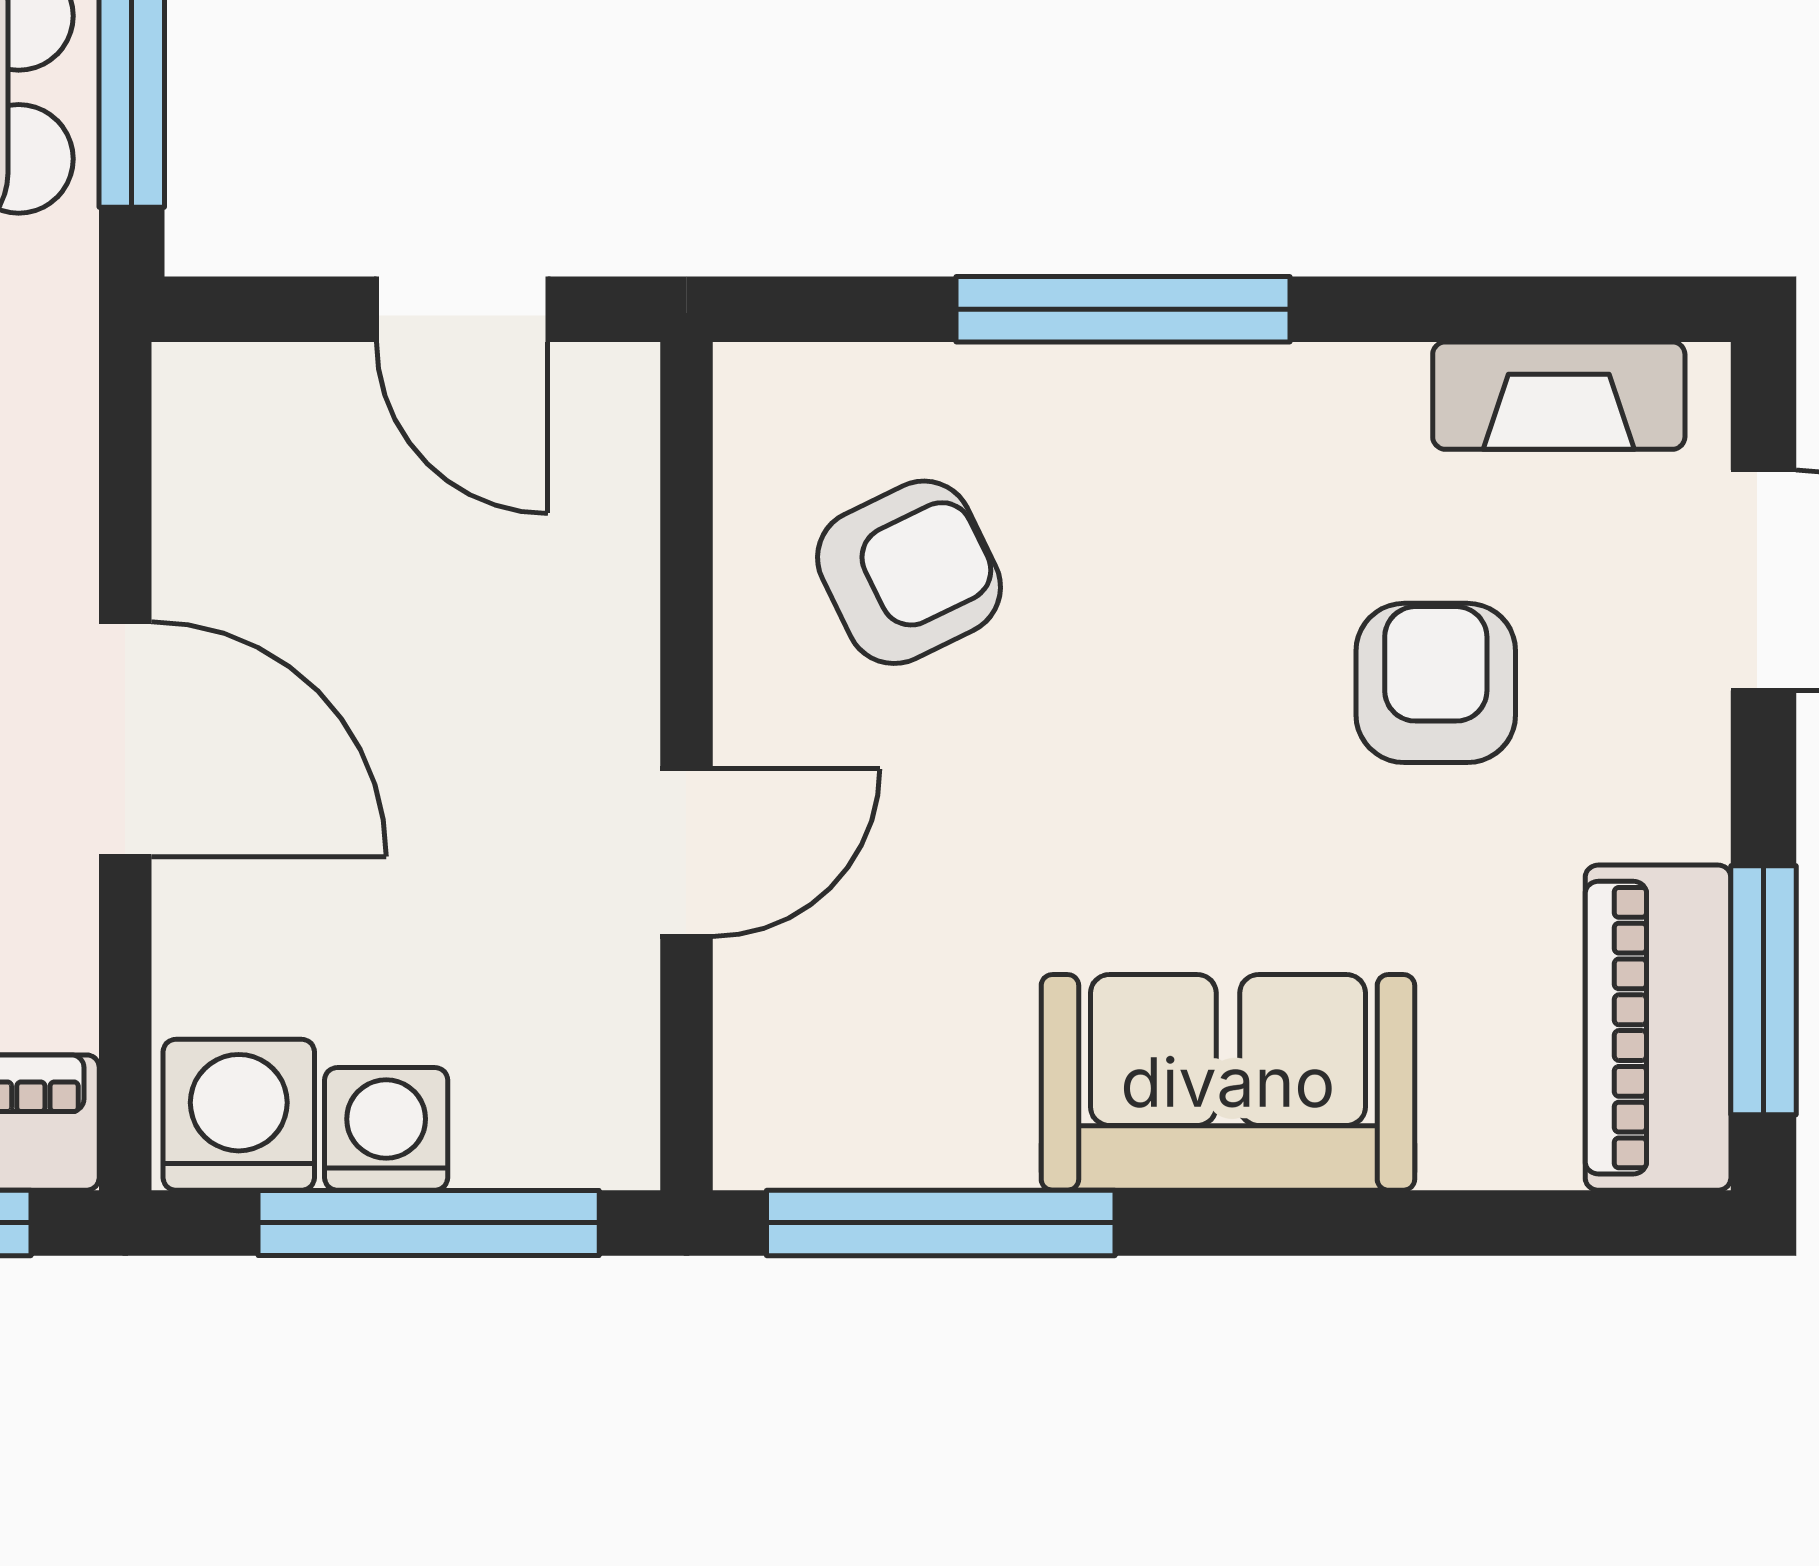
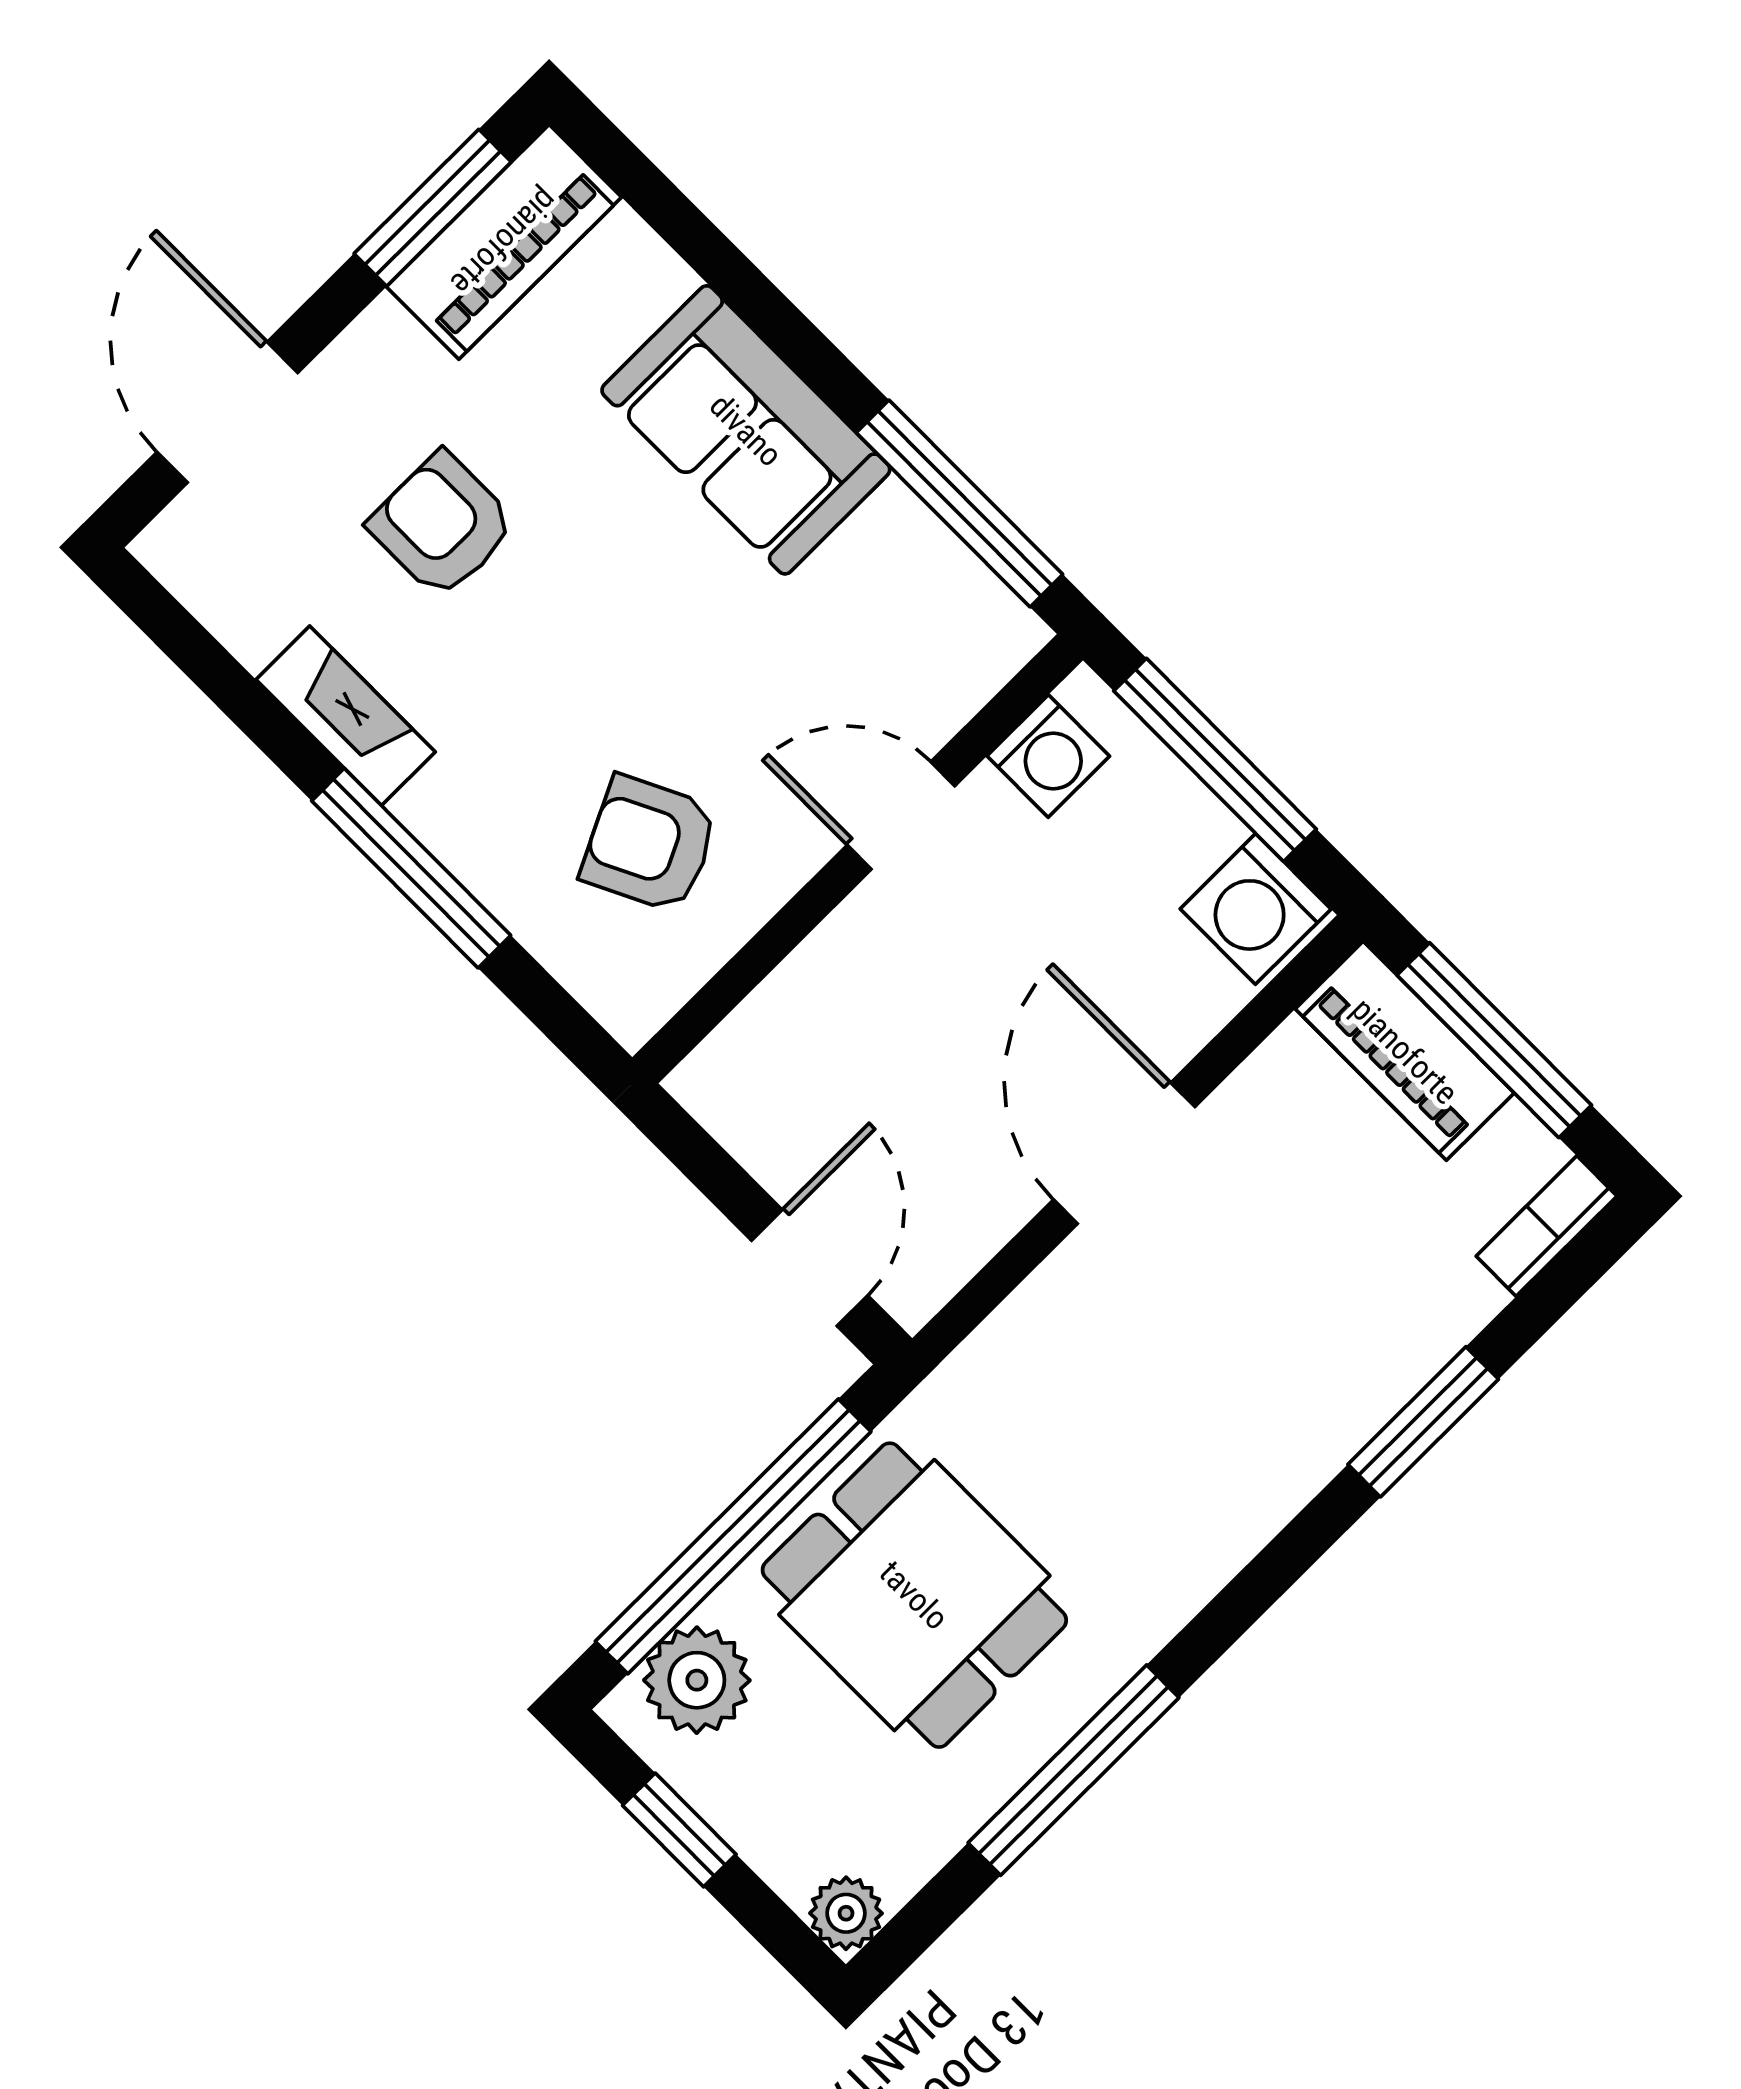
door: (462, 309) -> (810, 1268), moved
fireplace: (1559, 396) -> (346, 716), moved
armchair: (1436, 683) -> (442, 525), turned 90
washing machine: (386, 1129) -> (1048, 756), moved, turned -90

